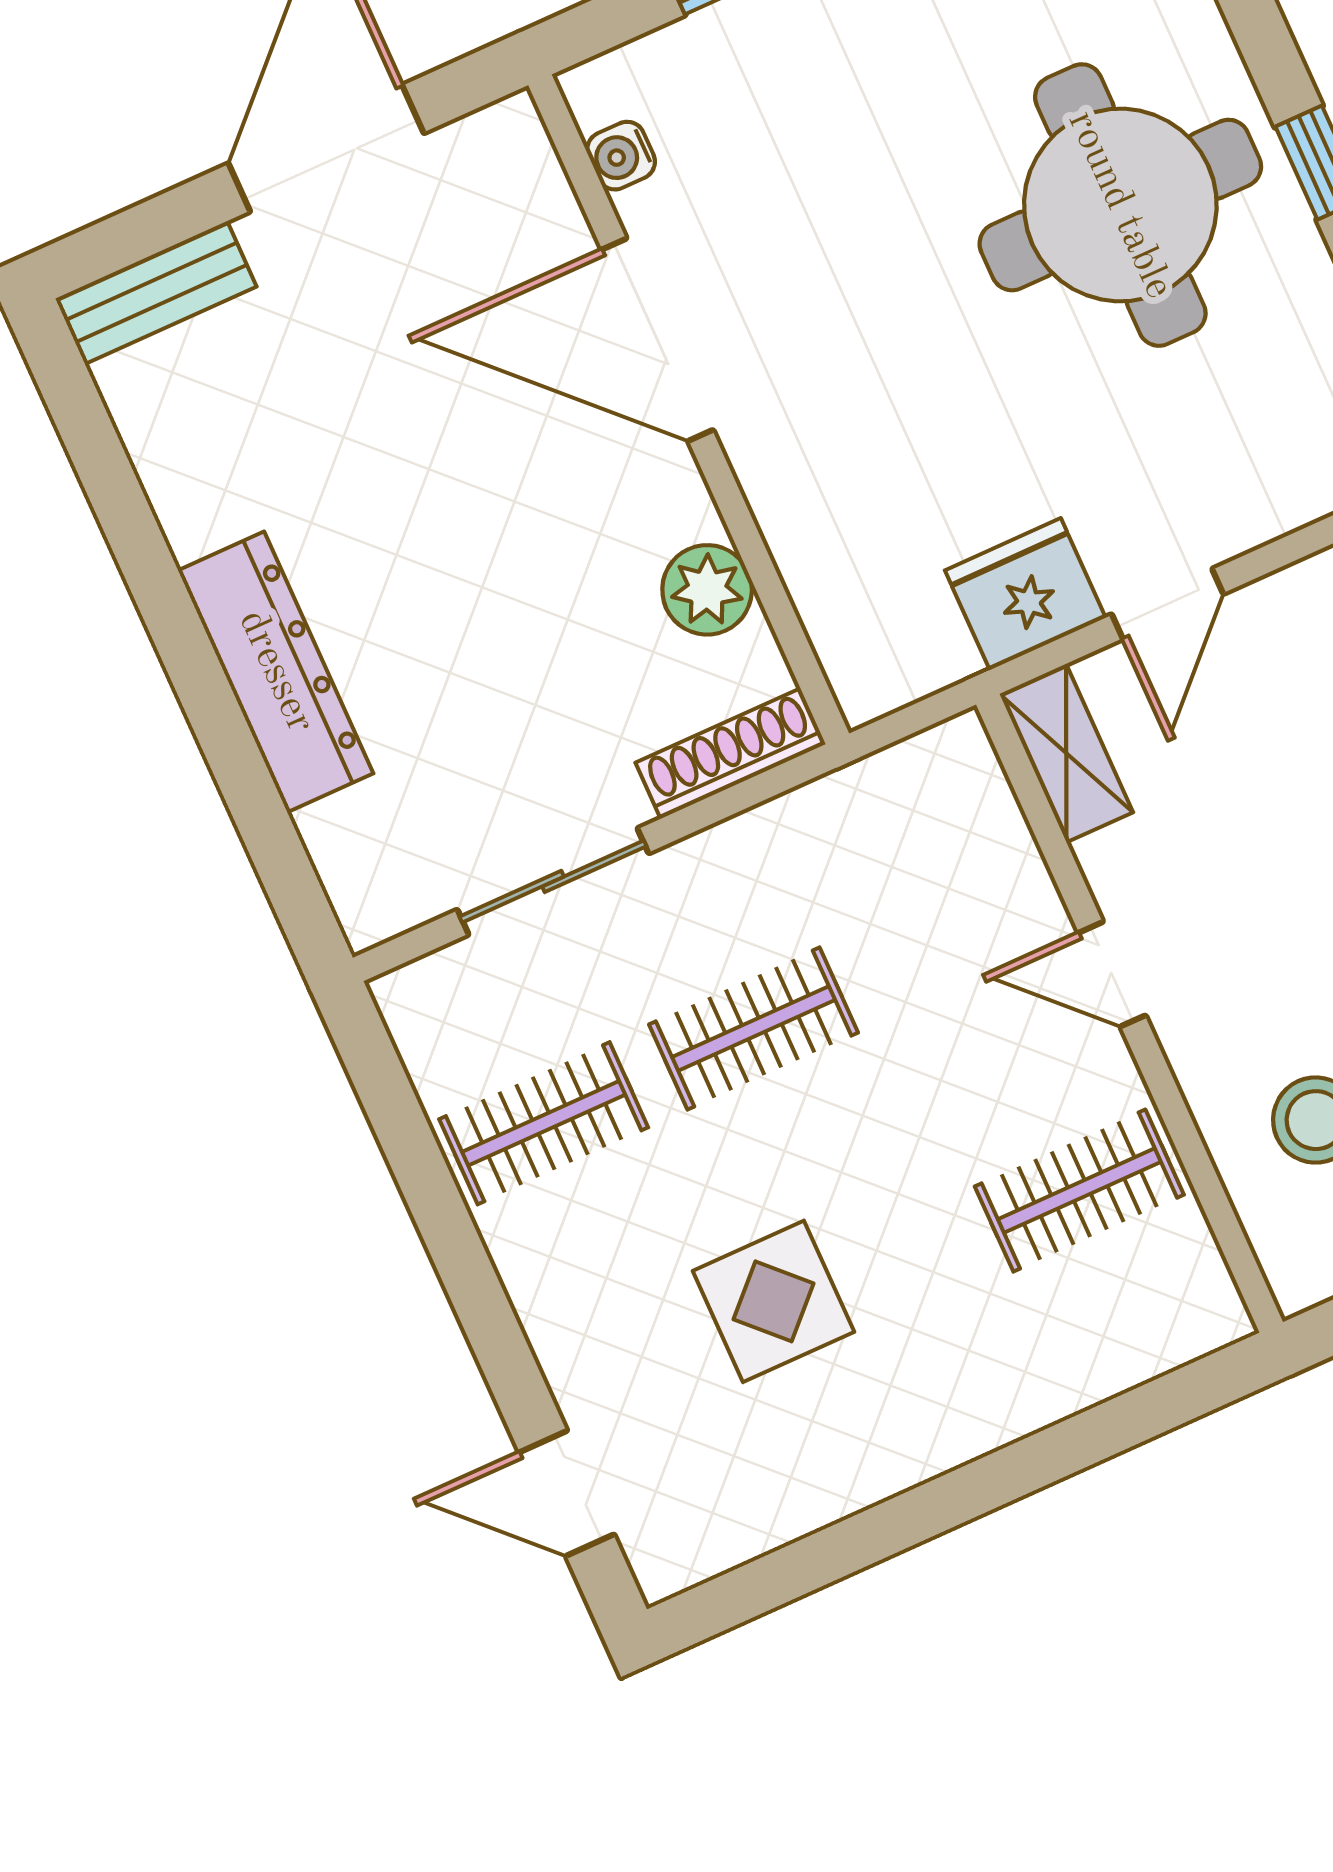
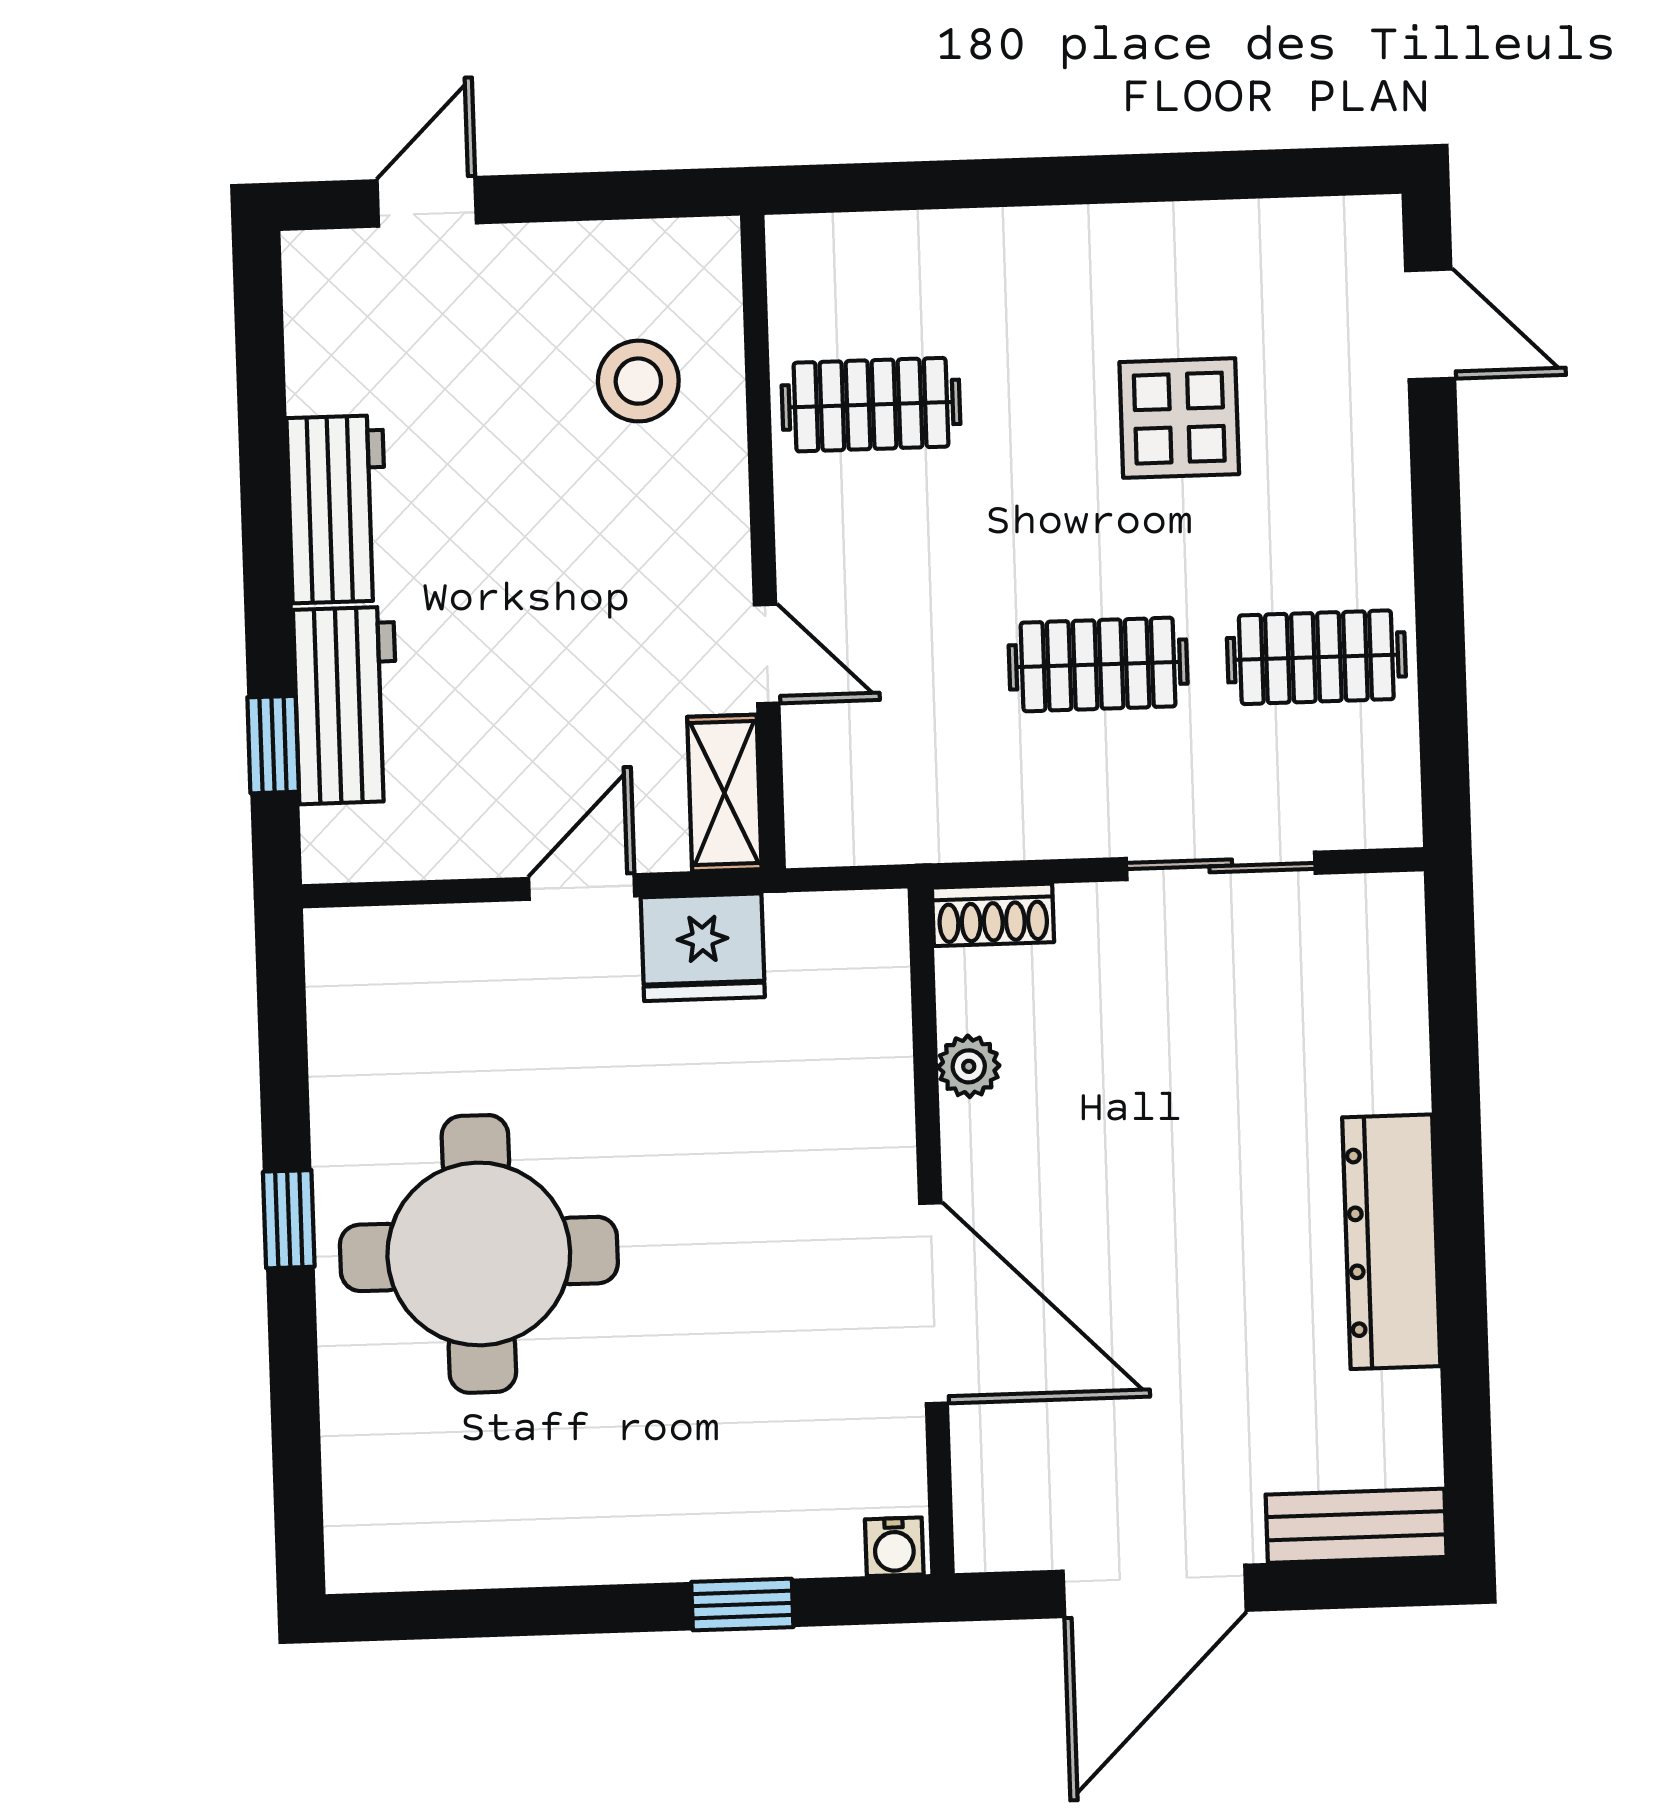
water cooler: (621, 156) -> (894, 1547), moved, turned 90
plant: (707, 590) -> (969, 1066), width x0.73, depth x0.73
dresser: (276, 672) -> (1391, 1242), moved
shoe rack: (731, 753) -> (993, 915), width x0.70
door: (1112, 974) -> (767, 654), moved

